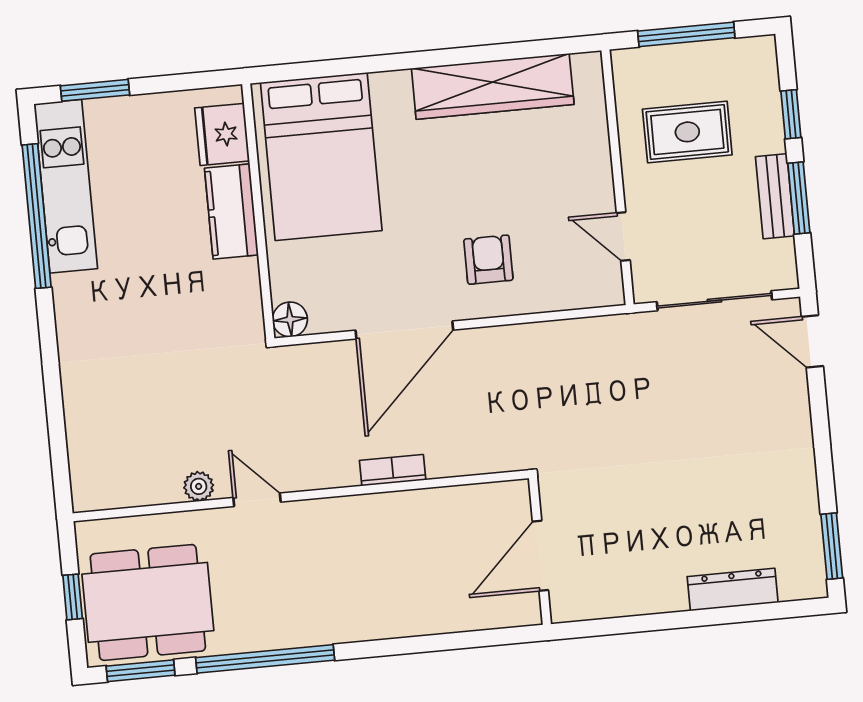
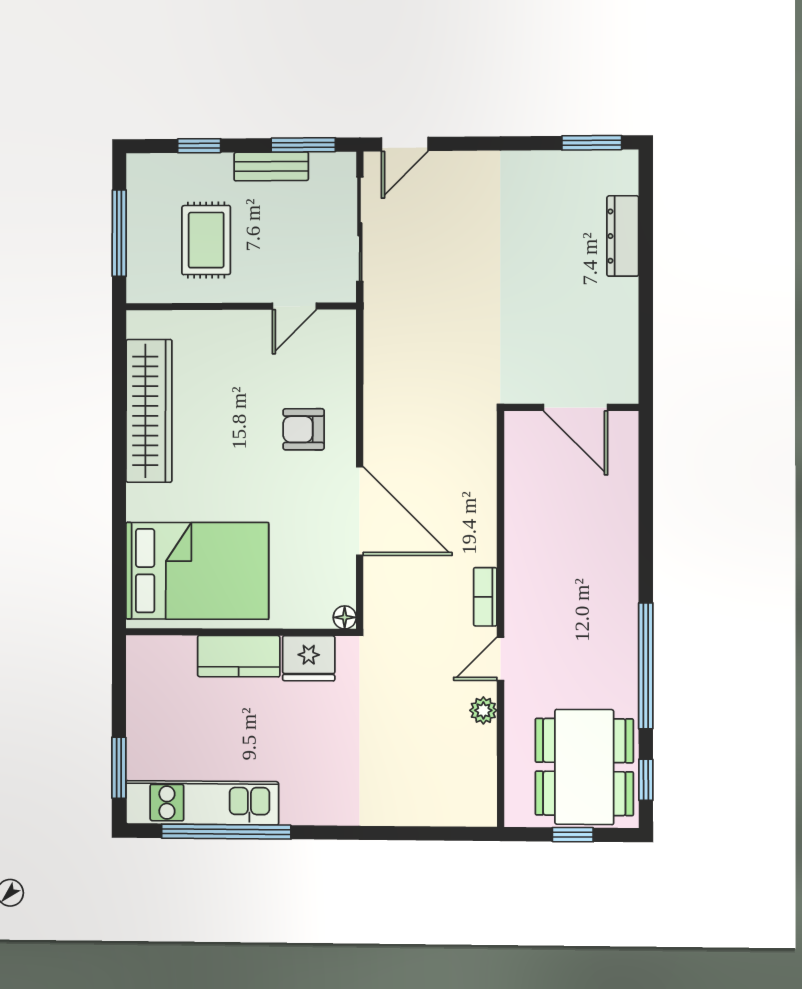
fridge: (222, 134) -> (309, 658), moved
window: (799, 198) -> (303, 145), moved
floor lamp: (290, 319) -> (345, 617), width x0.73, depth x0.73
bookcase: (393, 470) -> (485, 597), moved
window: (141, 671) -> (646, 780), width x0.67

